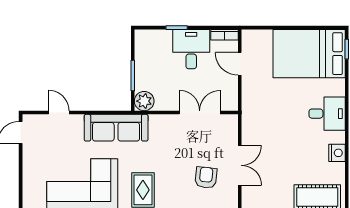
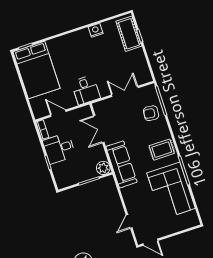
door: (240, 64) -> (58, 113), swing flipped
desk: (327, 114) -> (86, 90), moved, turned 180
sofa: (116, 128) -> (121, 164), moved
armchair: (206, 177) -> (151, 113), moved

